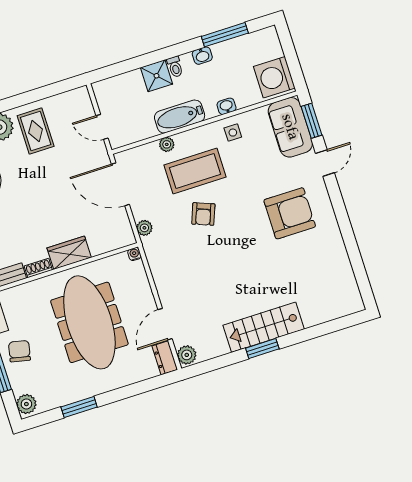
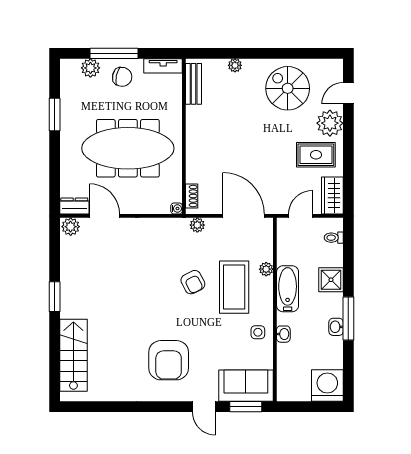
window: (225, 35) -> (348, 319), moved
toilet: (175, 67) -> (334, 238), moved
washing machine: (274, 77) -> (327, 386), moved
door: (120, 184) -> (243, 216), hinge flipped
armchair: (203, 214) -> (193, 282), turned -138
wardrobe: (69, 253) -> (332, 196), moved, turned 180
shoe rack: (38, 268) -> (192, 196), moved
stairs: (264, 327) -> (73, 355), moved
plant: (26, 404) -> (90, 68), moved

